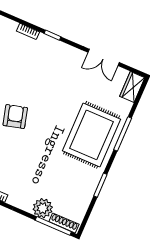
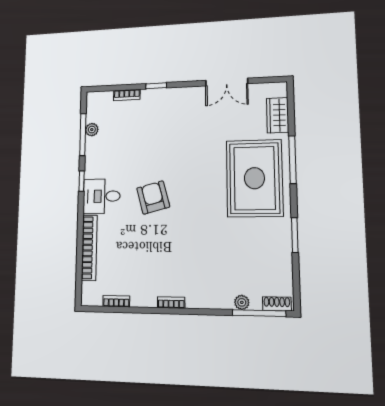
wardrobe: (132, 87) -> (278, 115), moved
plant: (43, 208) -> (242, 302), width x0.53, depth x0.53
shoe rack: (64, 223) -> (277, 304), width x0.70

